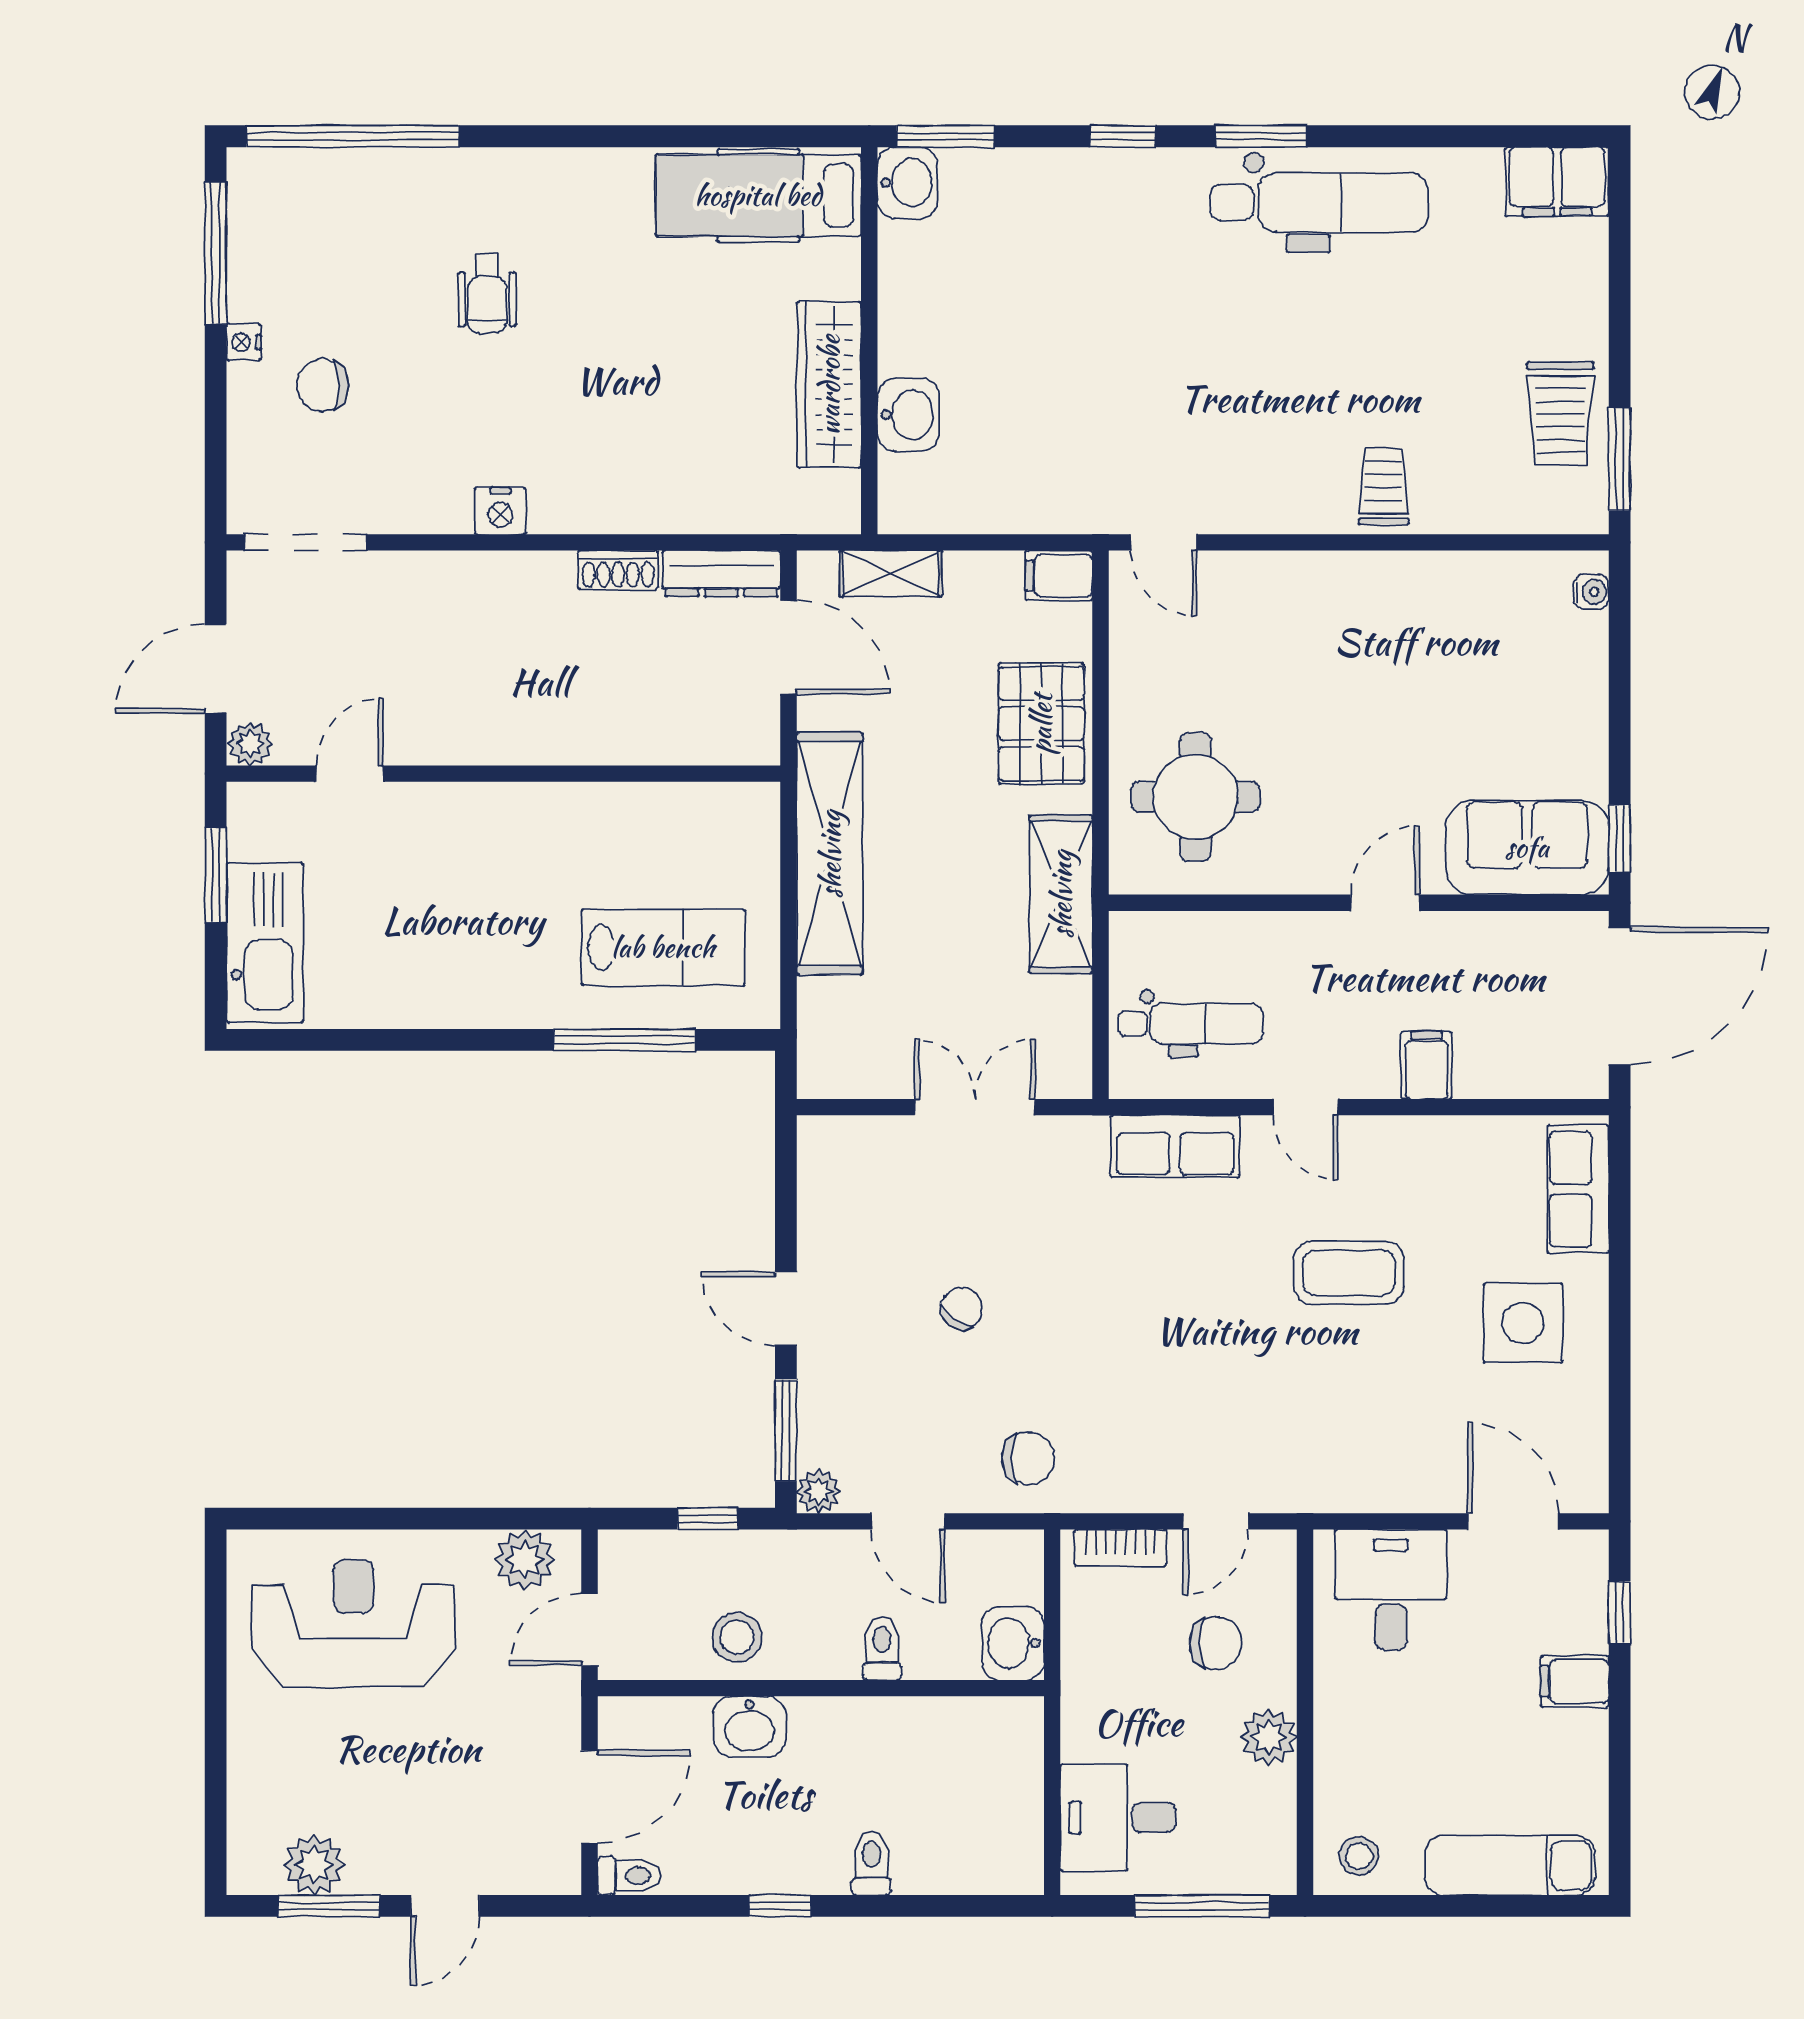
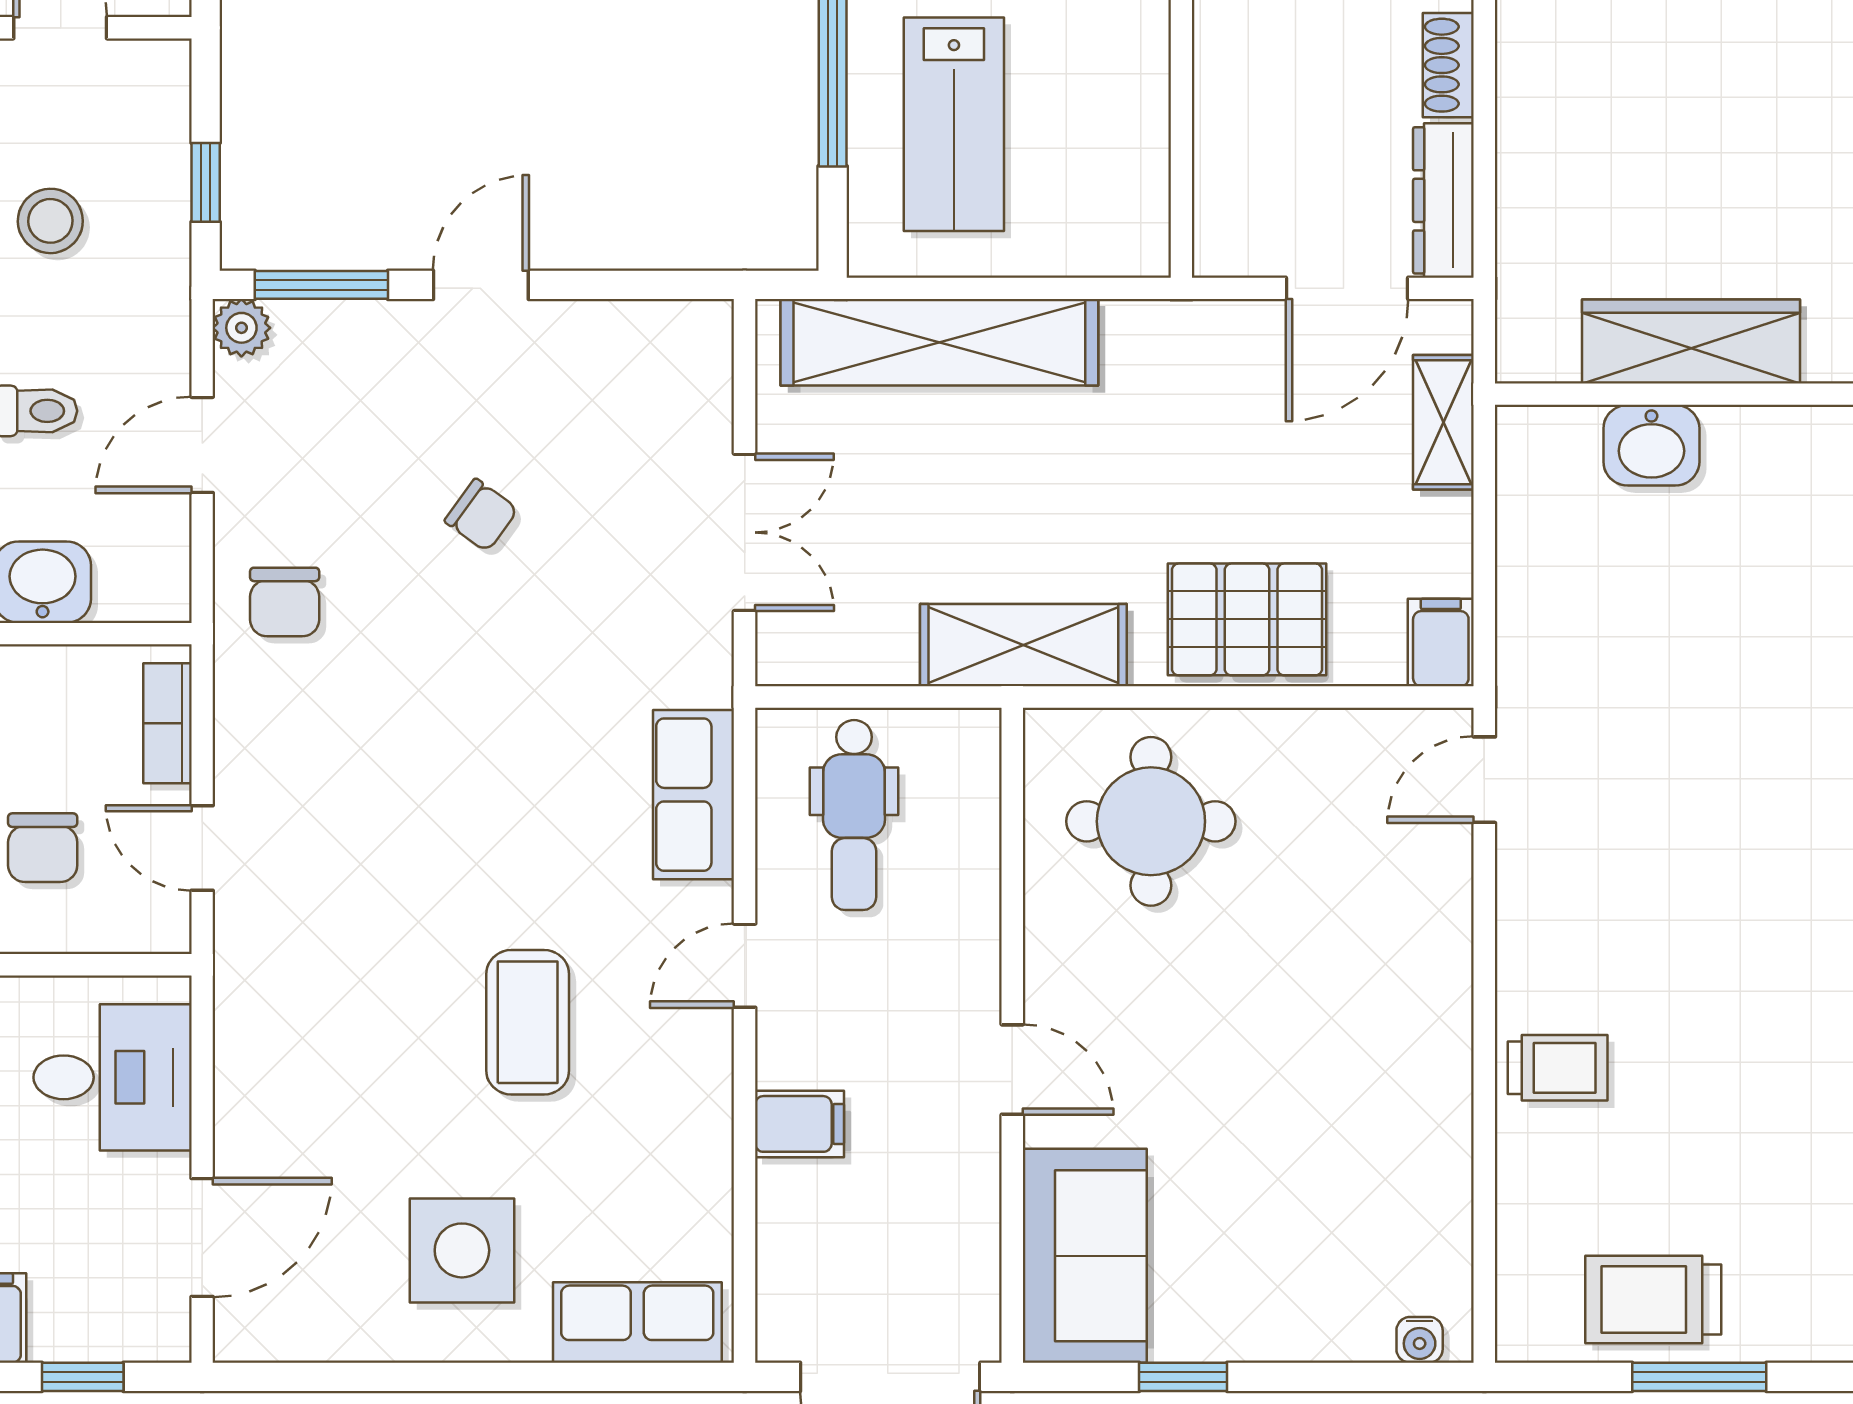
window: (1620, 459) -> (1699, 1377), moved
window: (1620, 839) -> (1183, 1377), moved
shelving: (830, 854) -> (939, 342), moved

